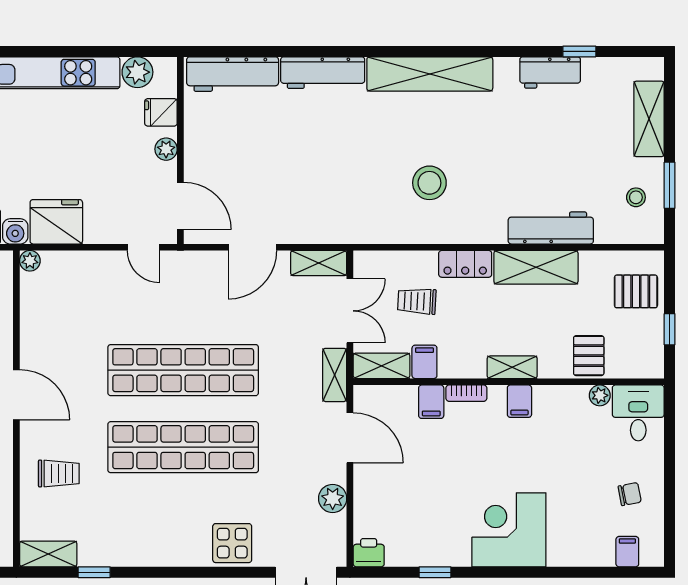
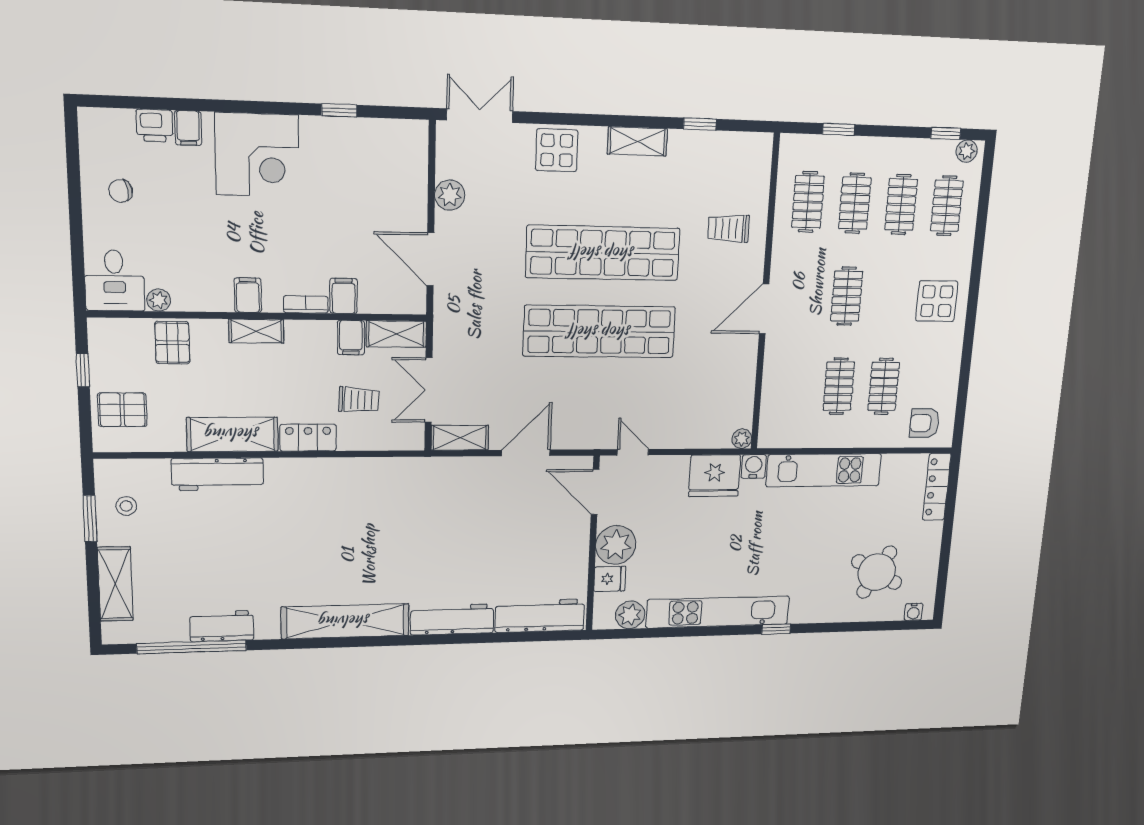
window: (579, 51) -> (192, 647), width x3.17
plant: (166, 149) -> (616, 545), width x1.87, depth x1.87
stool: (429, 183) -> (346, 517), removed
shelving: (335, 375) -> (445, 325), removed
door: (16, 395) -> (764, 309), hinge flipped
filing cabinet: (627, 552) -> (188, 128), moved
printer: (369, 553) -> (155, 126), moved
shelving: (48, 554) -> (637, 141), moved

